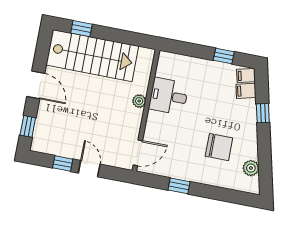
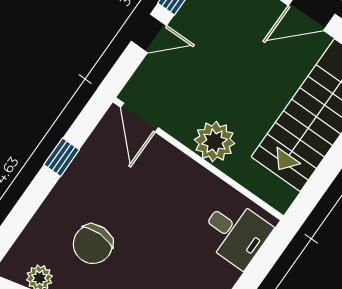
desk: (169, 96) -> (235, 233), moved, turned 90
plant: (139, 101) -> (214, 142), width x1.88, depth x1.88

